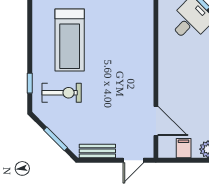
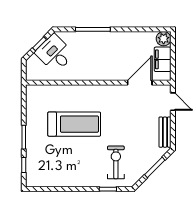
treadmill: (70, 40) -> (74, 124), moved
filing cabinet: (184, 148) -> (163, 59), width x2.00

